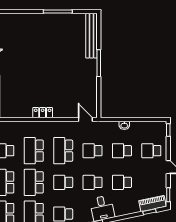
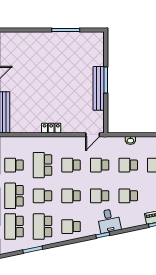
bench: (92, 36) -> (99, 88), moved
door: (85, 120) -> (93, 135), swing flipped
school desk: (63, 151) -> (71, 165), width x0.54
school desk: (34, 182) -> (43, 196), width x0.54

